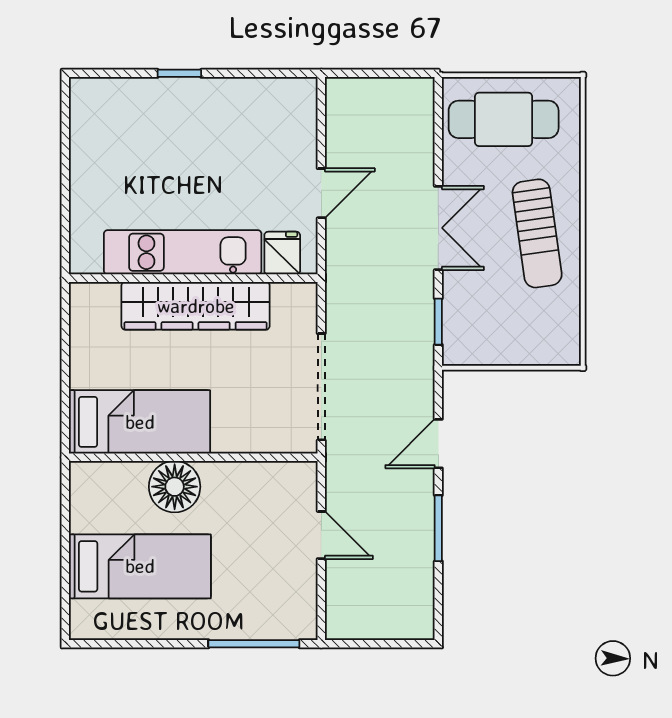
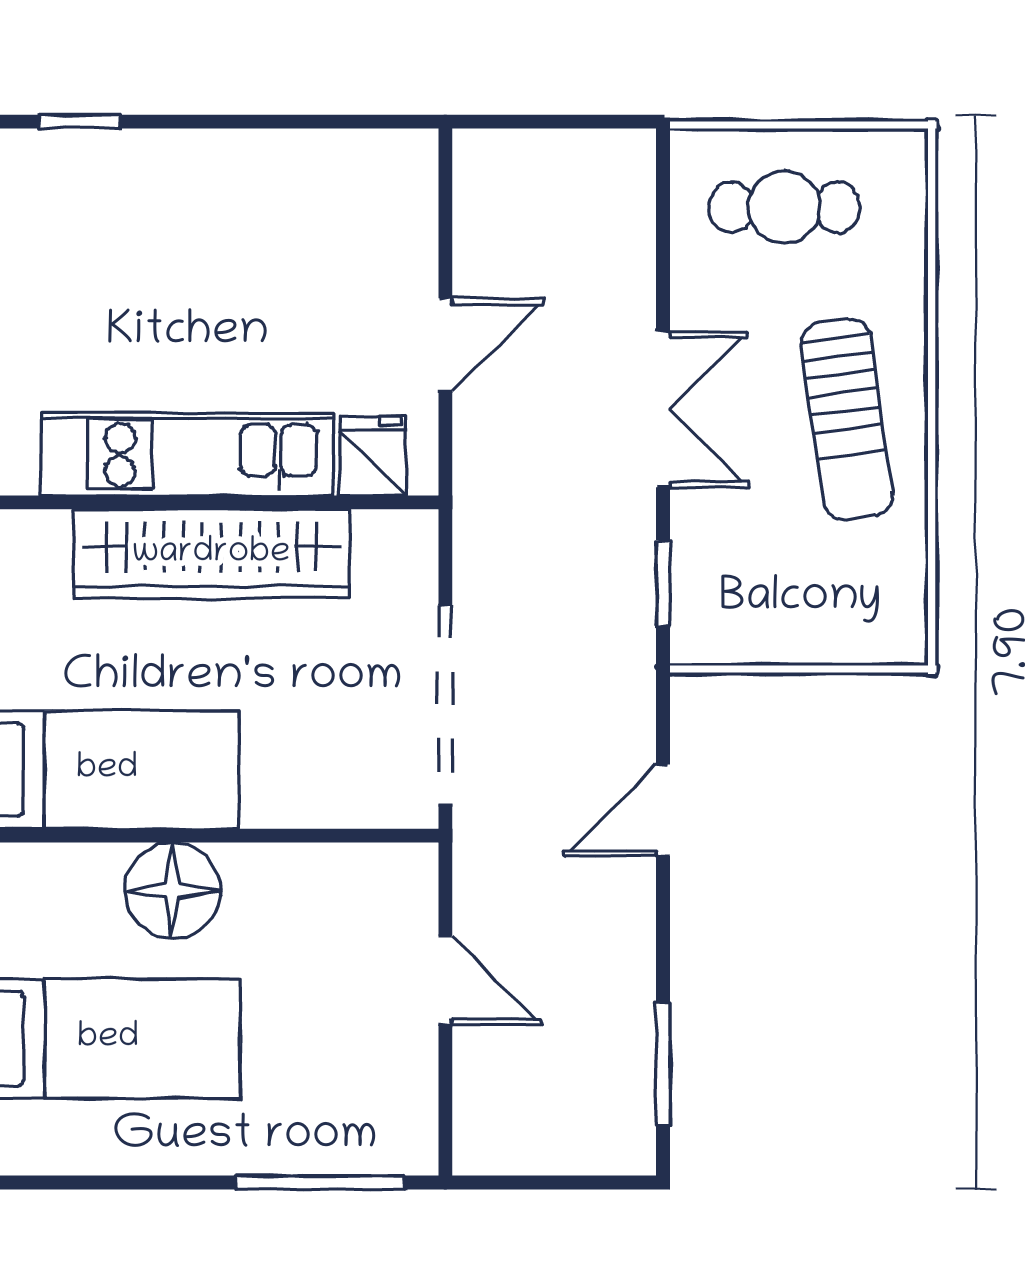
window: (179, 73) -> (80, 122), moved
cafe table: (504, 119) -> (784, 207), width x0.73, depth x0.74
window: (438, 528) -> (663, 1064), moved

